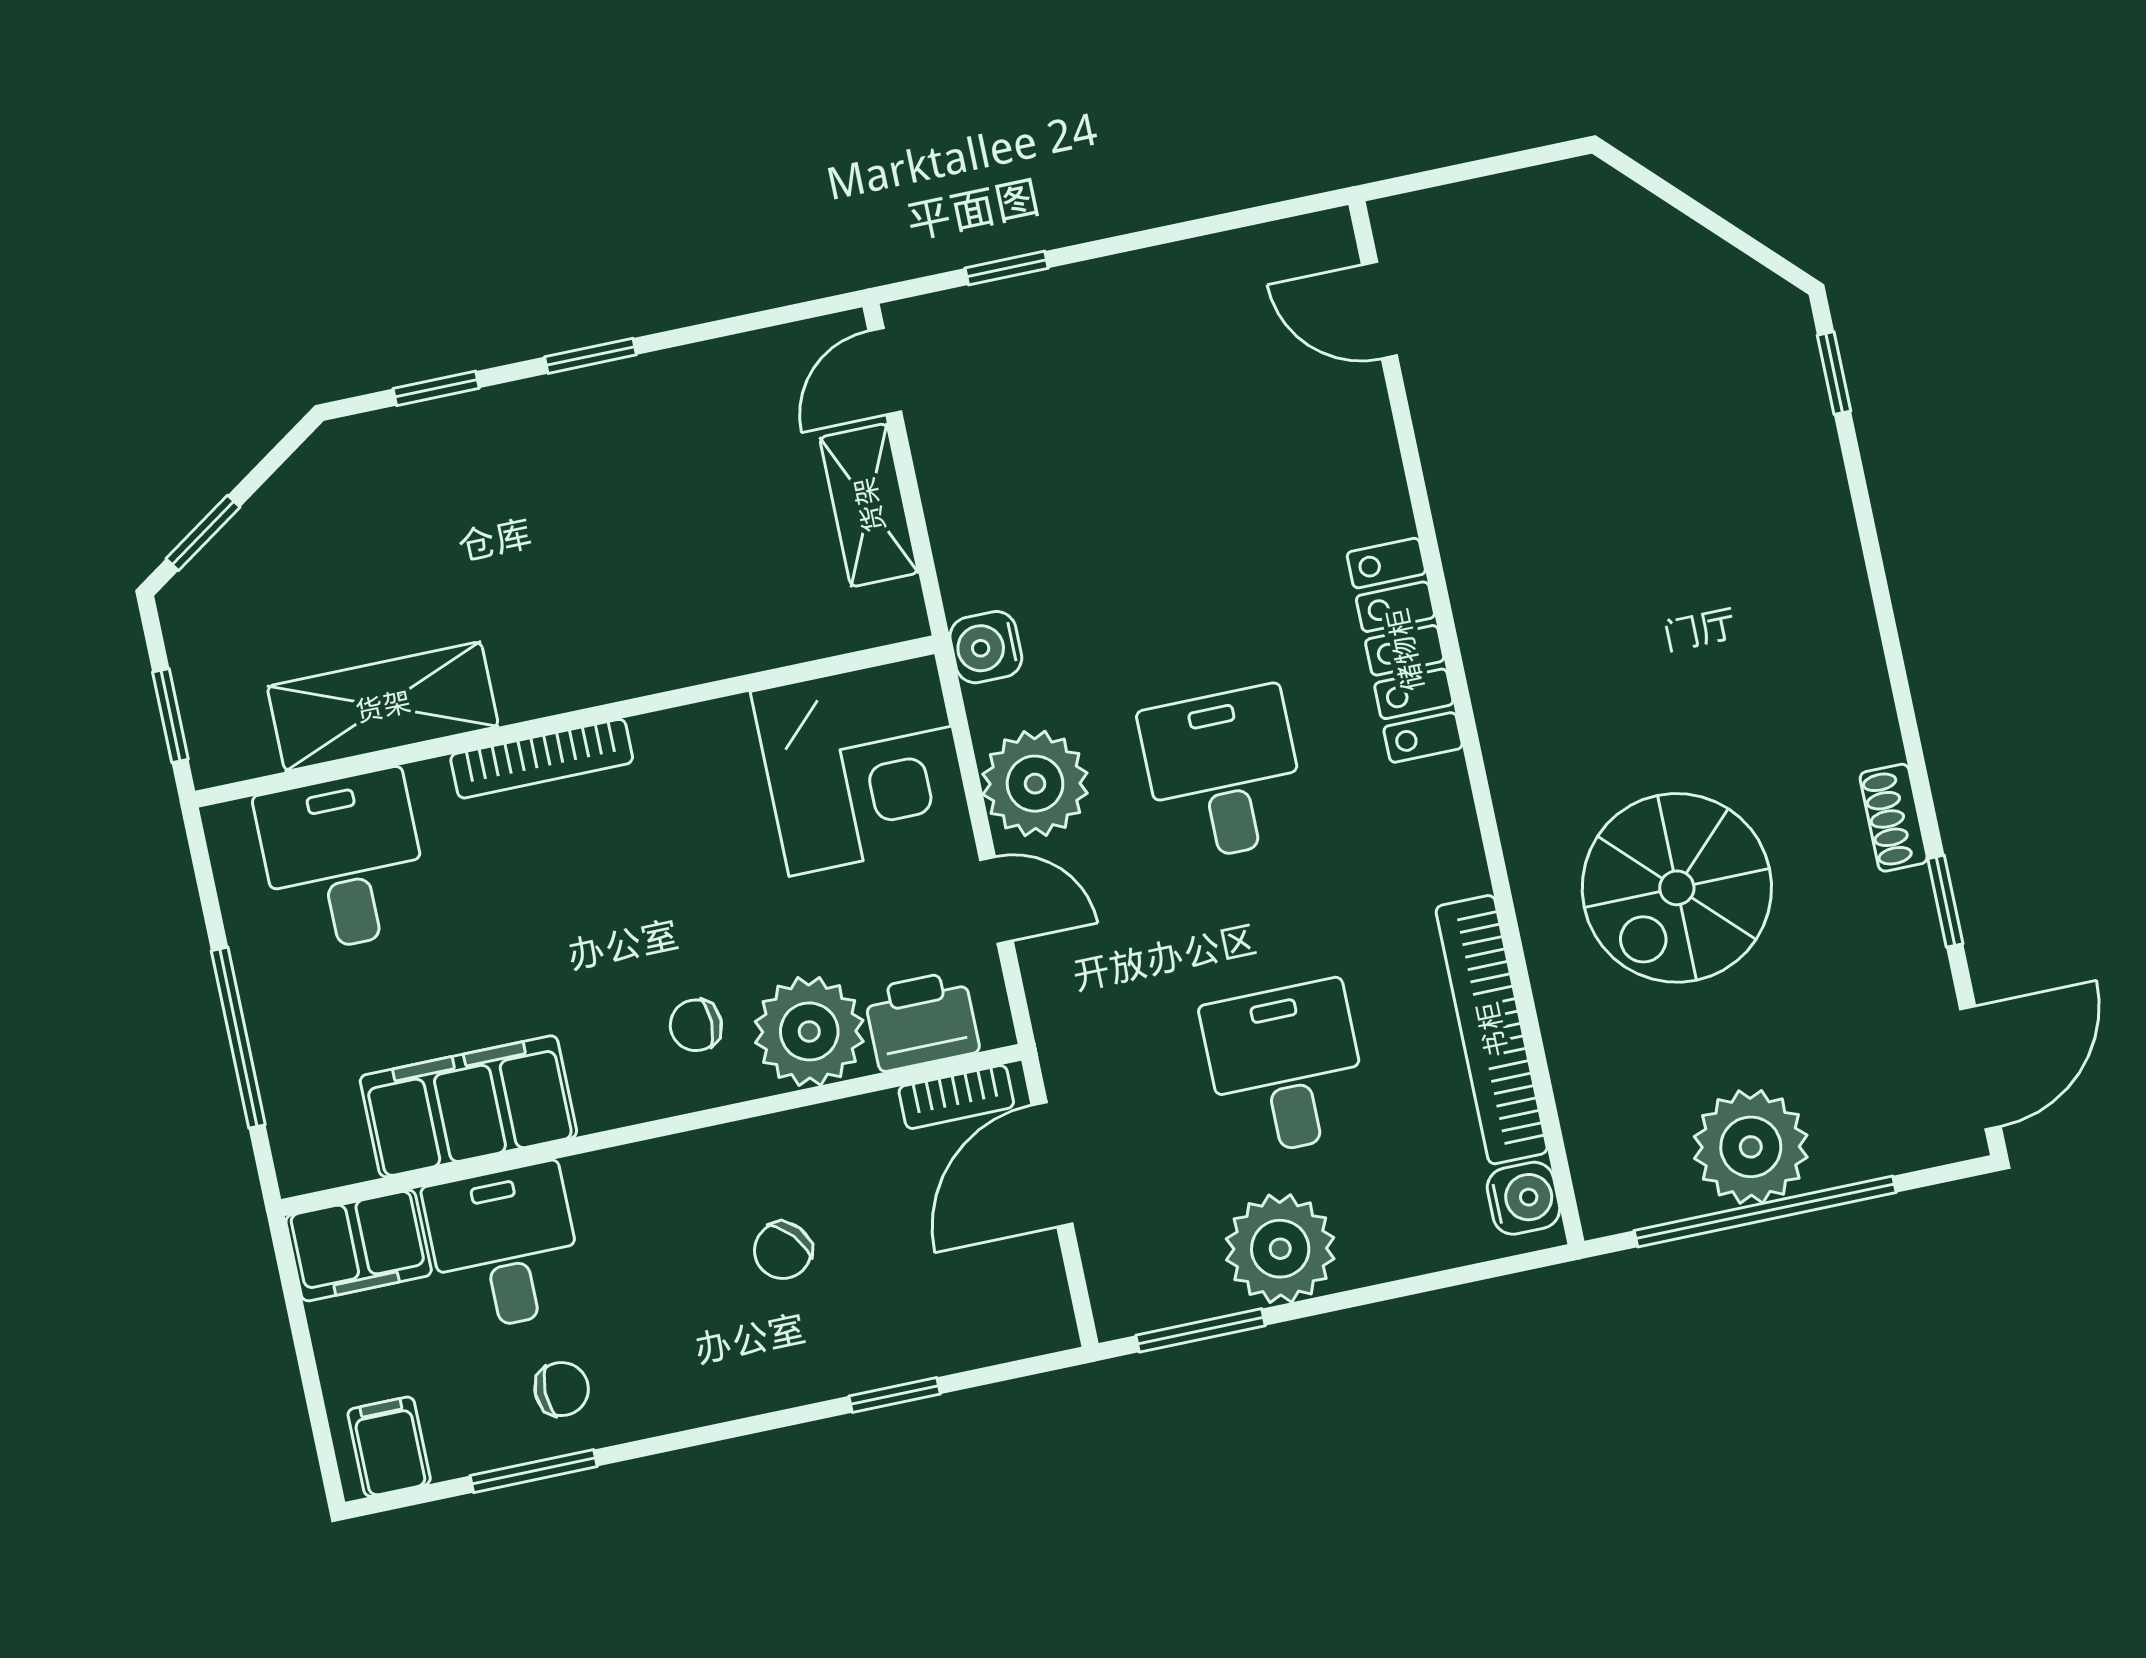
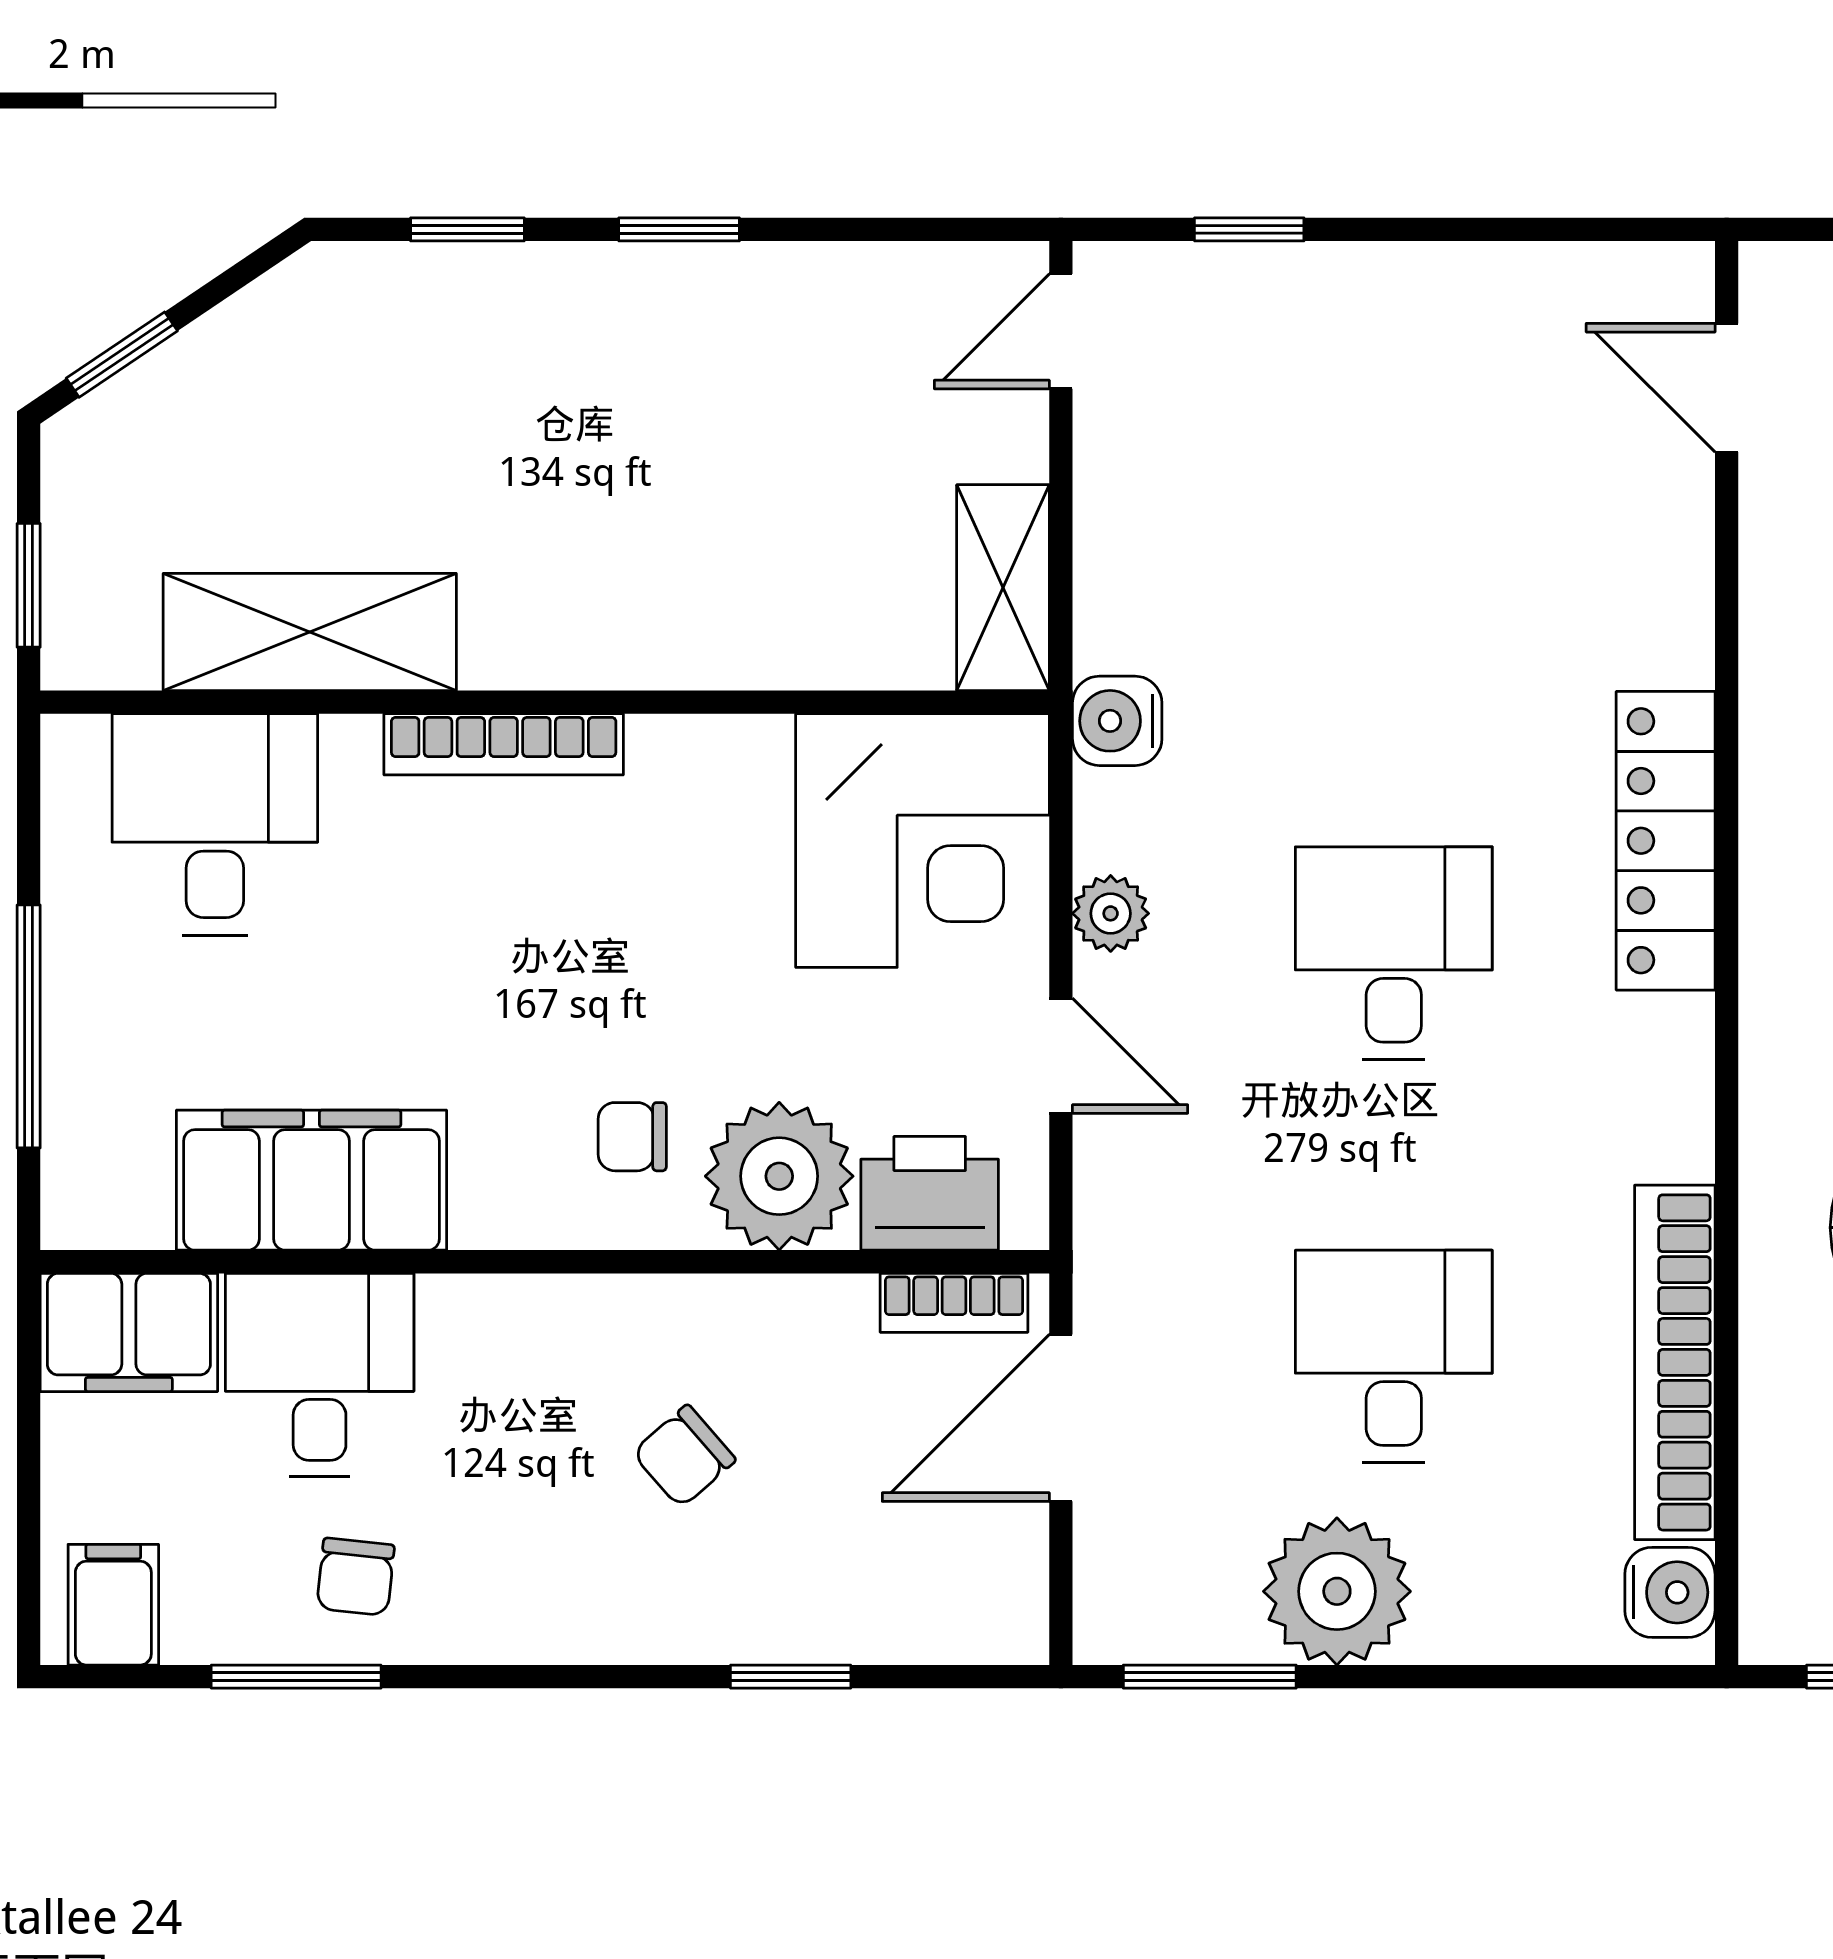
shelving: (869, 505) -> (1003, 588), moved
plant: (1035, 784) -> (1111, 913), width x0.53, depth x0.53
chair: (562, 1389) -> (356, 1577), turned 96

